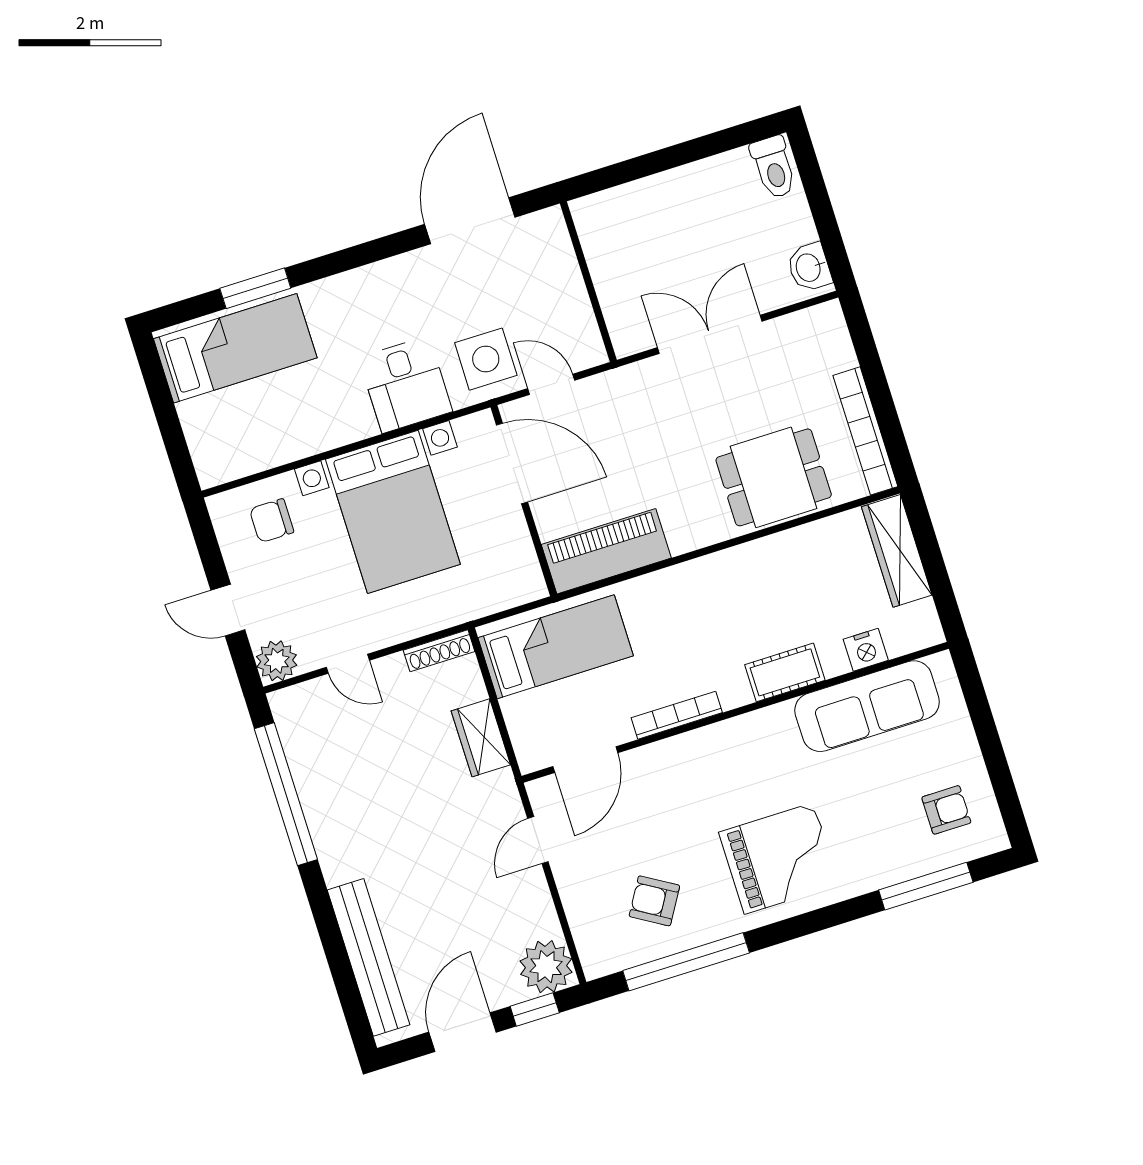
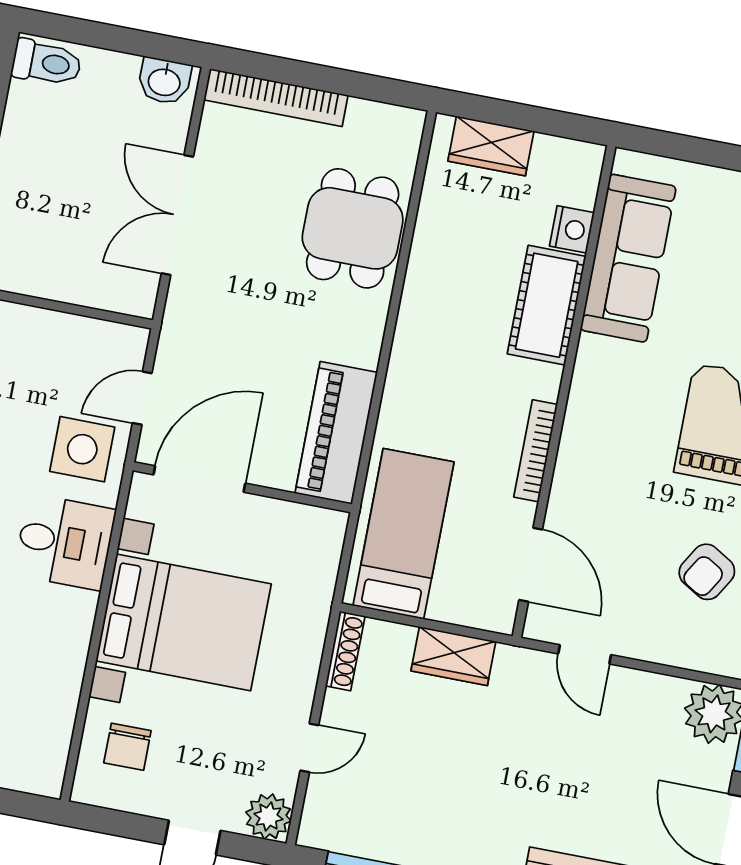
bookcase: (865, 431) -> (276, 98), moved
wardrobe: (897, 551) -> (491, 146), width x0.67
cot: (785, 672) -> (547, 305), width x1.37, depth x1.34

